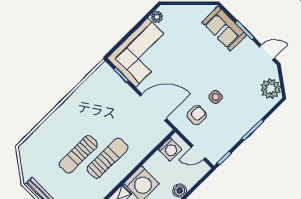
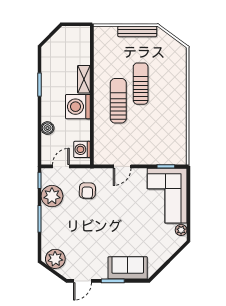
side table: (216, 97) -> (87, 216), removed
door: (153, 107) -> (122, 166), width x0.53
plant: (227, 137) -> (52, 196), added
sun lounger: (108, 158) -> (118, 101), turned 180

